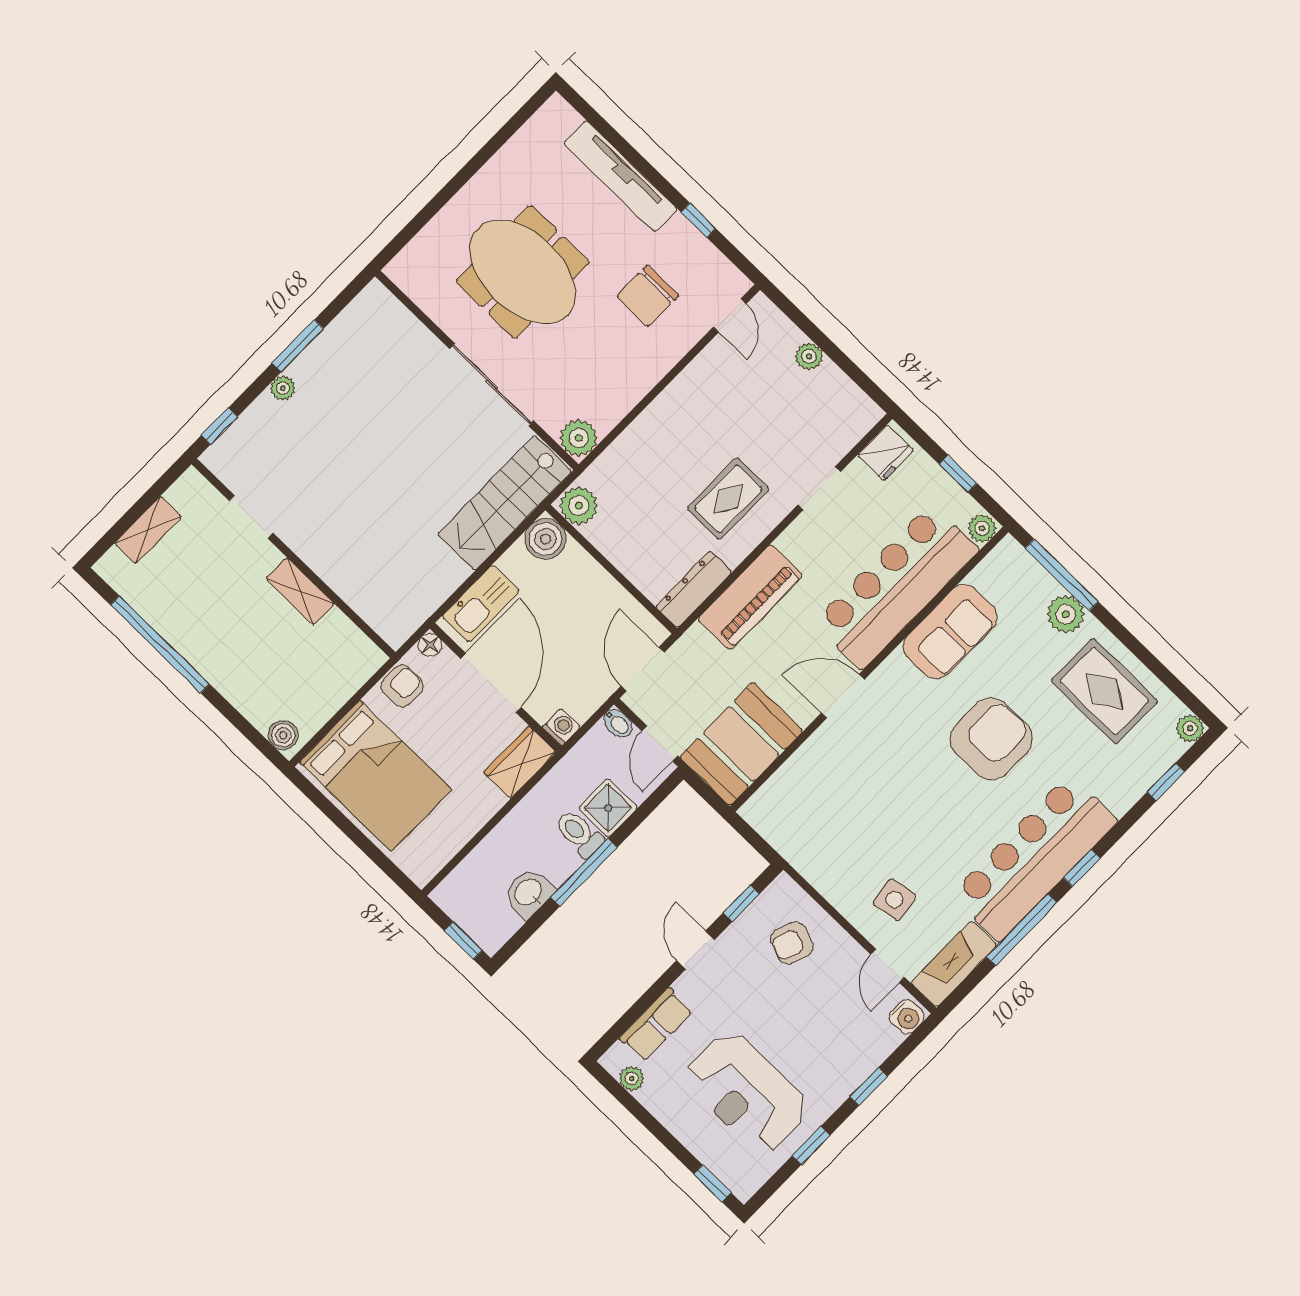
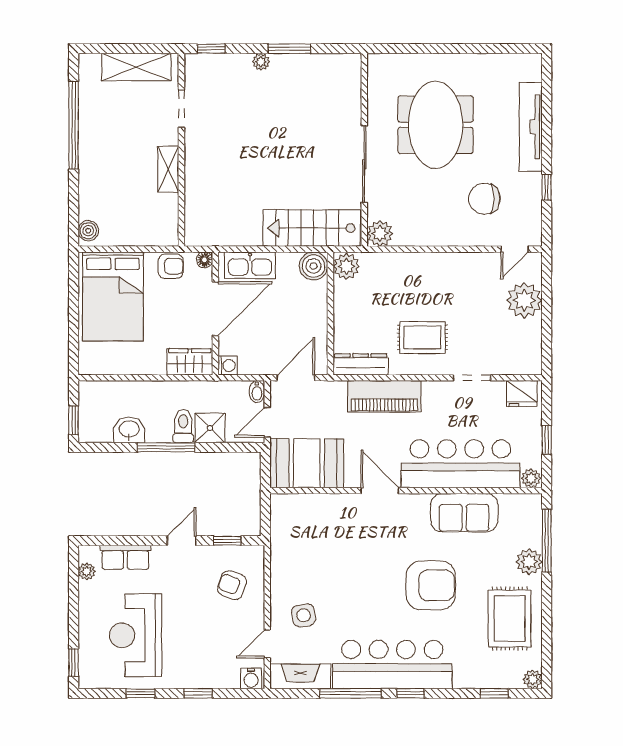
plant: (809, 356) -> (524, 300), width x1.88, depth x1.88
shelving: (148, 530) -> (136, 67), width x1.50, depth x1.33

